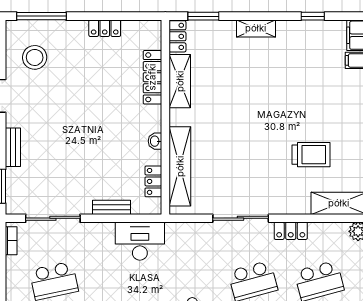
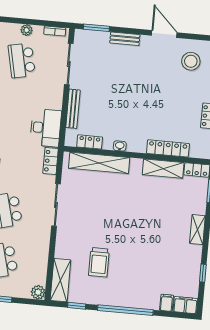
bench: (112, 207) -> (73, 109), width x1.36
locker: (291, 231) -> (51, 161), moved
plant: (13, 278) -> (27, 30), added

